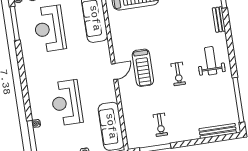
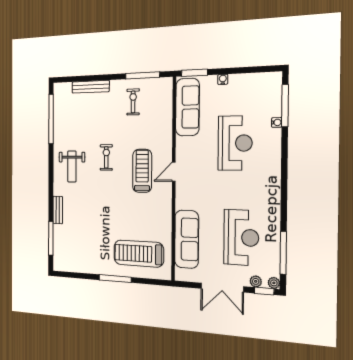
bench: (218, 131) -> (91, 87), moved

